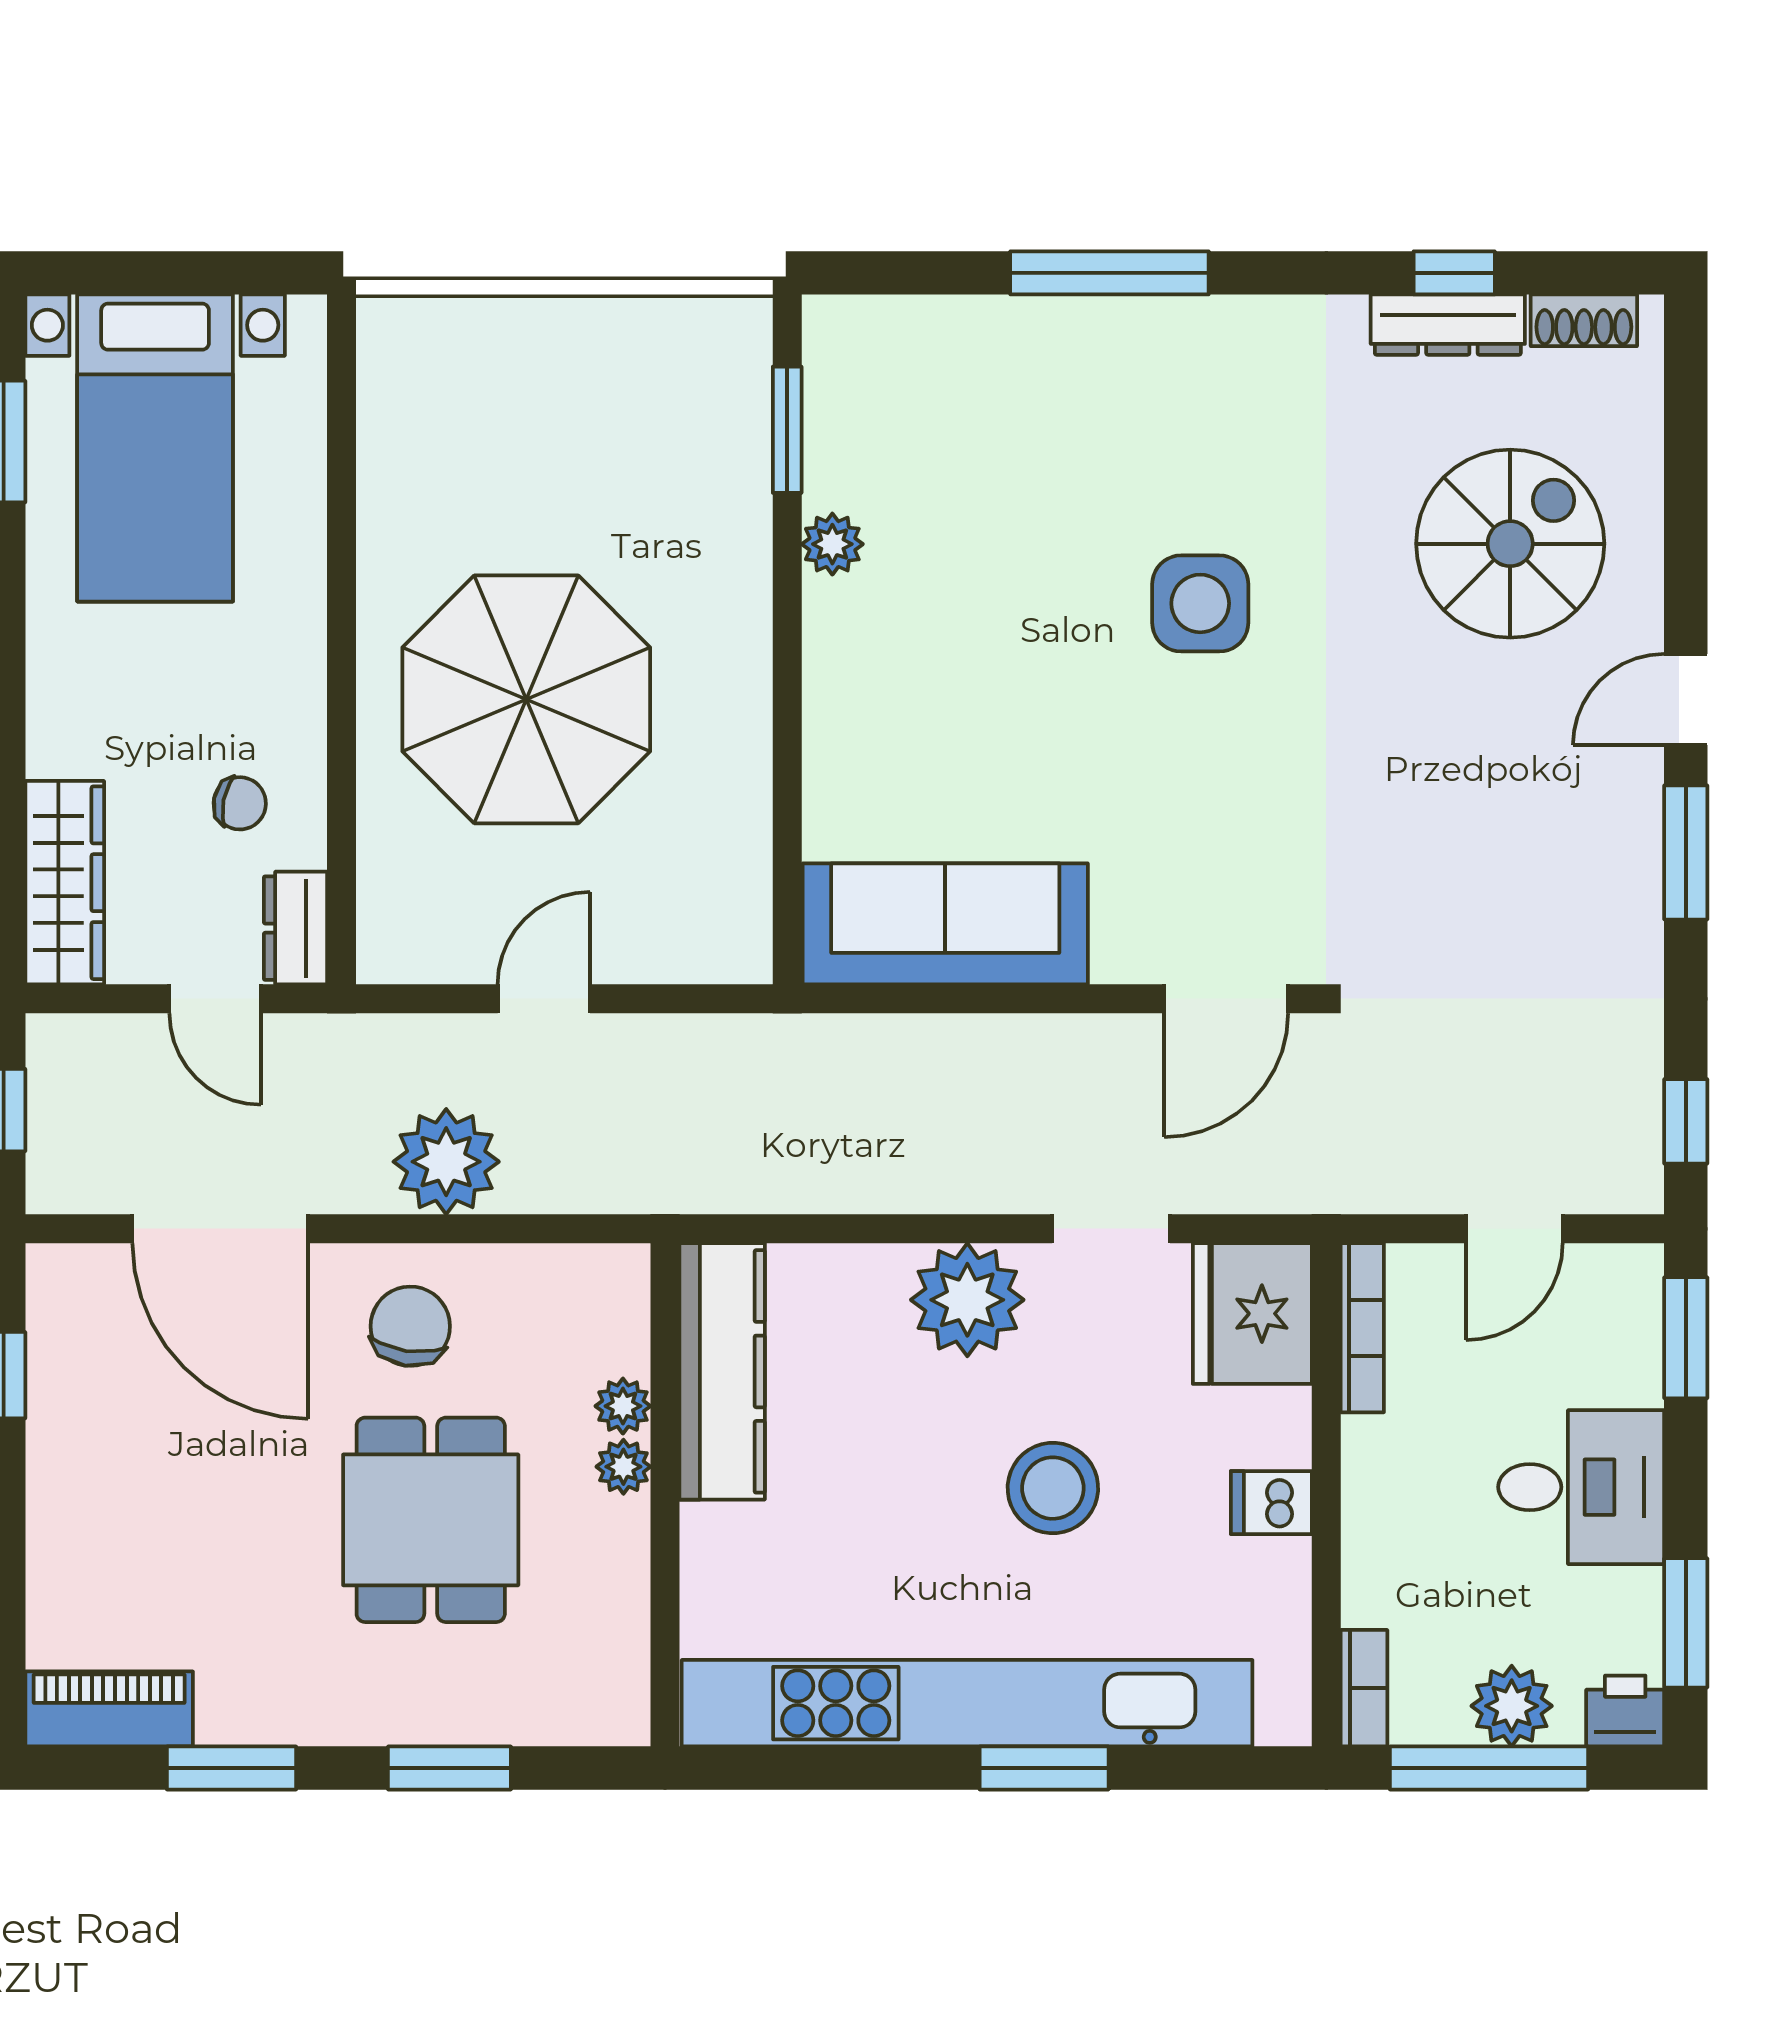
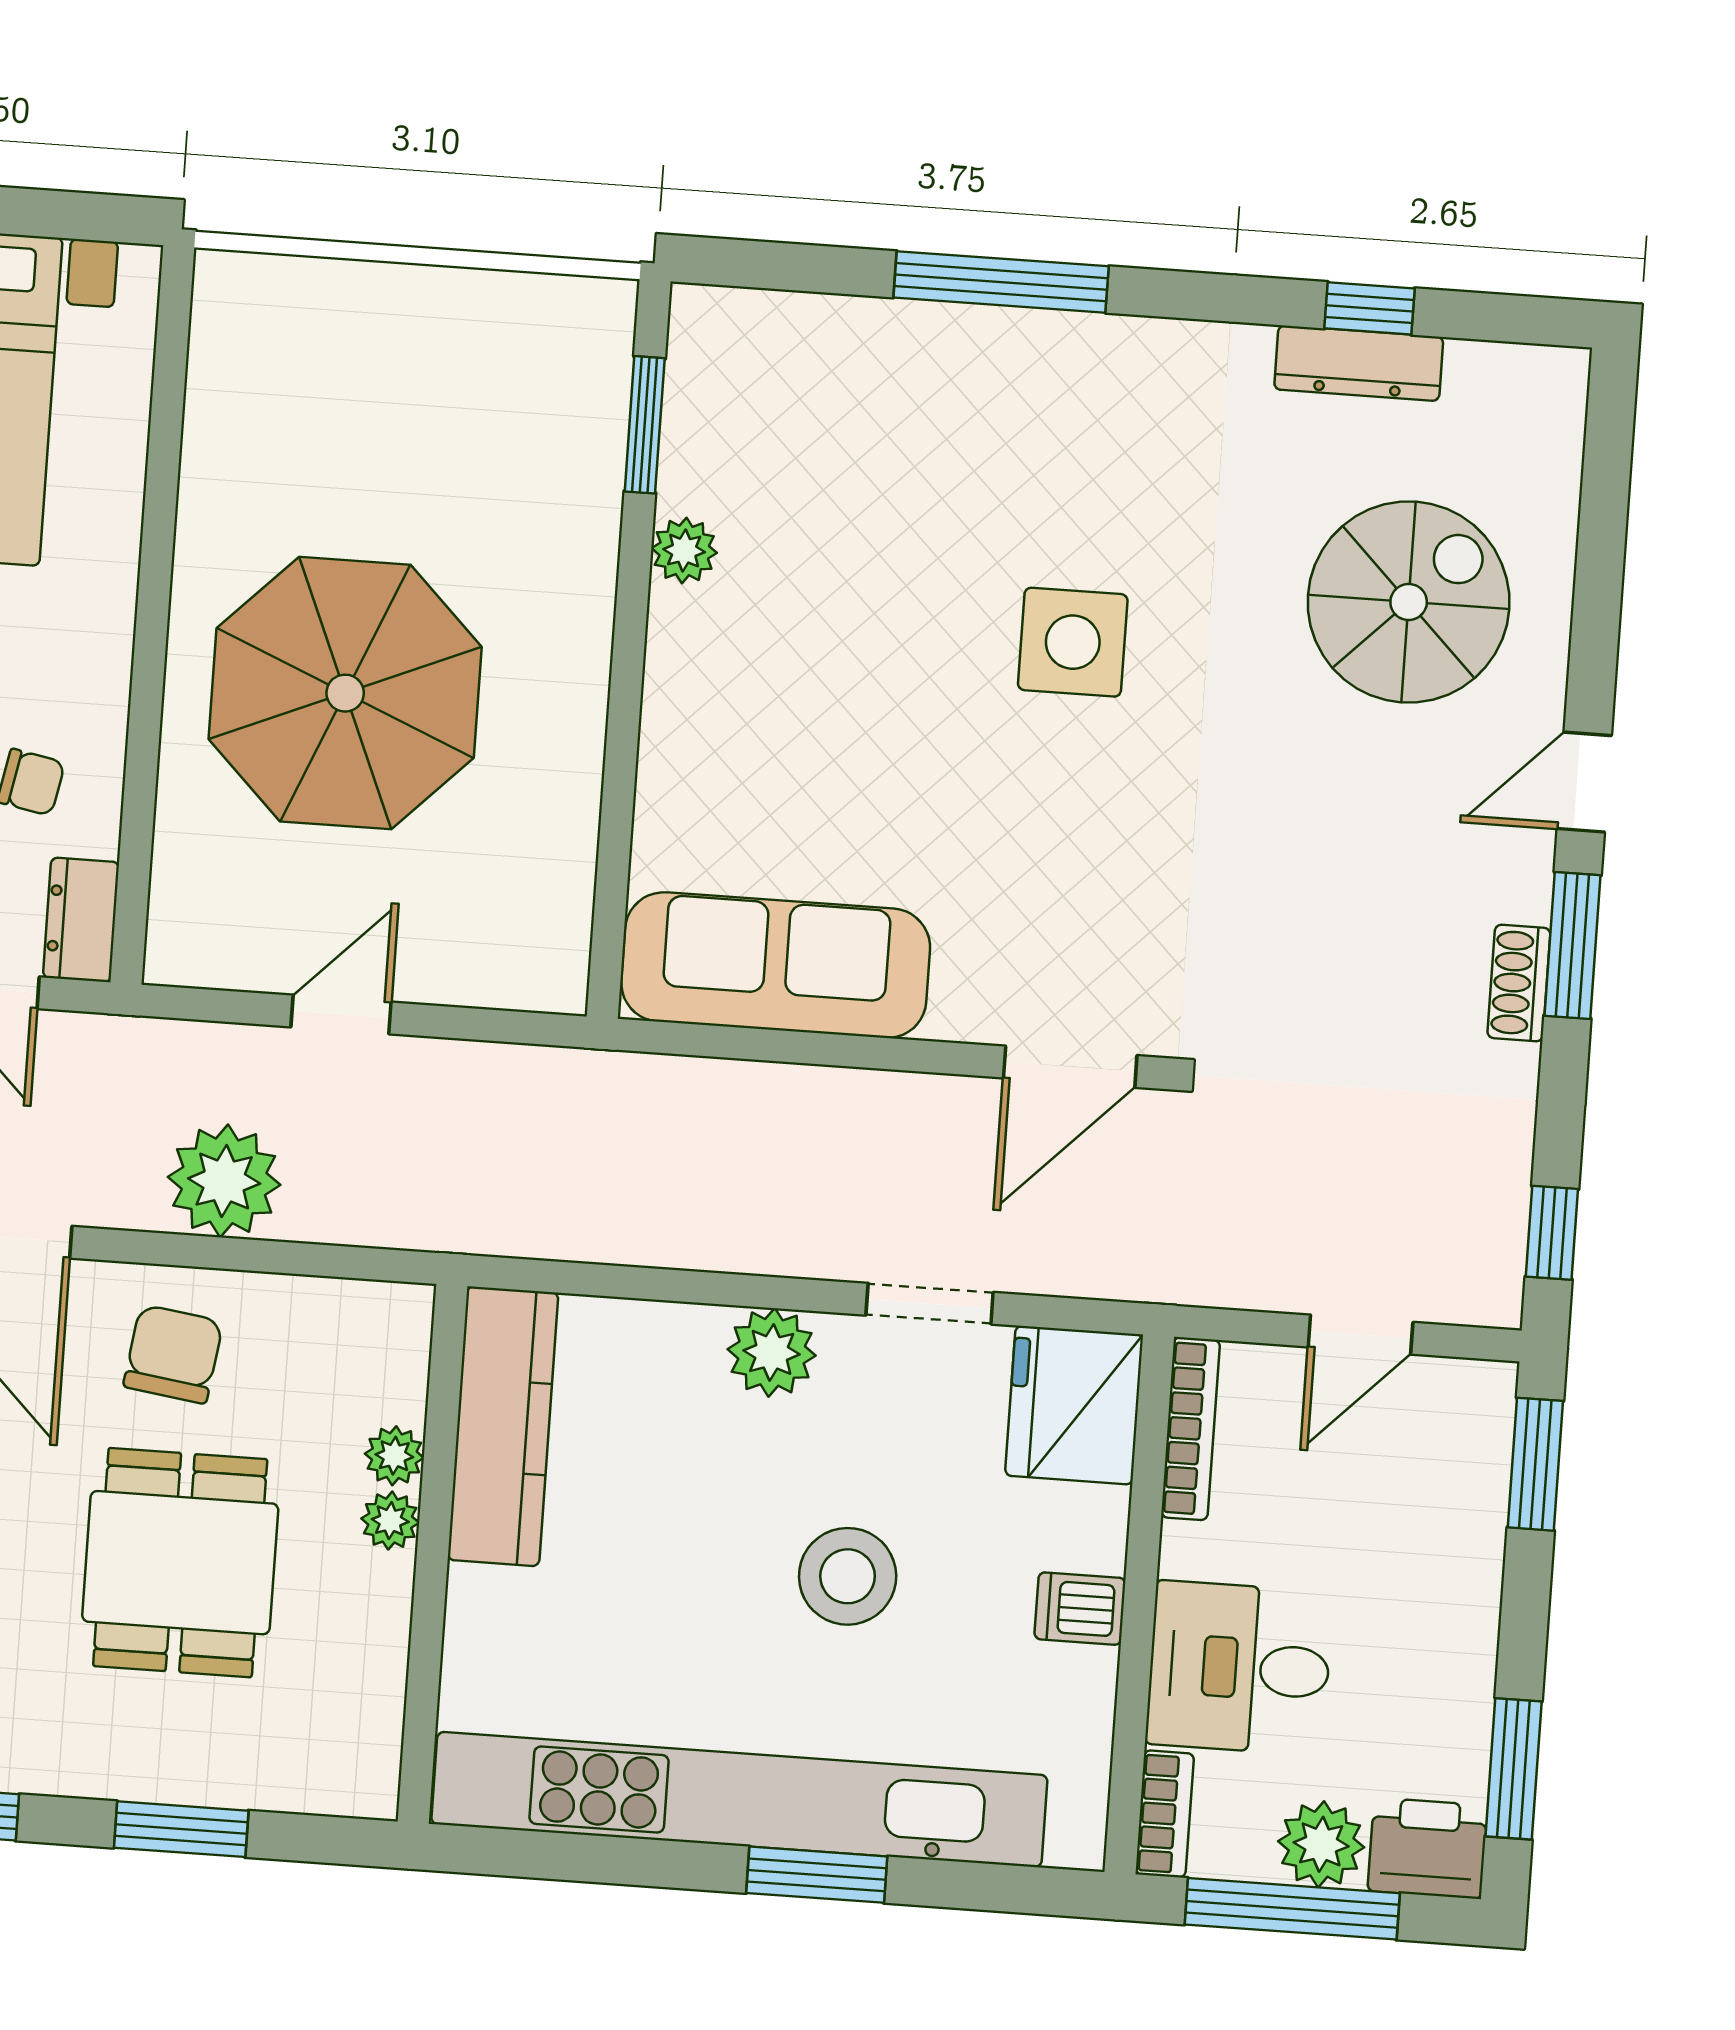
shoe rack: (1584, 320) -> (1519, 983), moved, turned 90
plant: (967, 1300) -> (772, 1352), width x0.73, depth x0.73
desk: (1581, 1487) -> (1239, 1668), moved, turned 180
printer: (1625, 1711) -> (1428, 1848), width x1.36, depth x1.24

